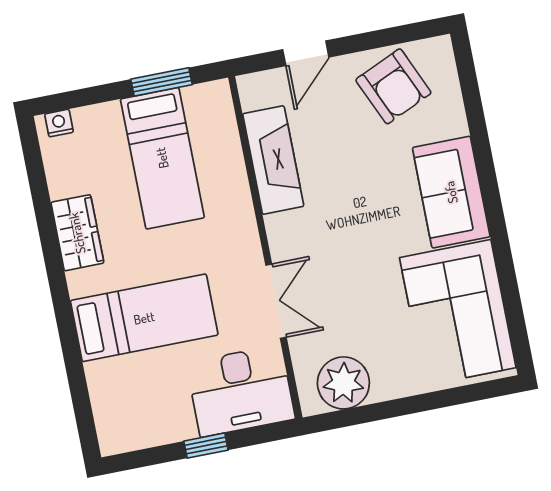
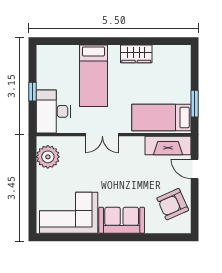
nightstand: (59, 123) -> (186, 55), removed
bed: (162, 158) -> (161, 118), moved
fireplace: (273, 160) -> (168, 145), moved
double door: (276, 301) -> (102, 135), moved

